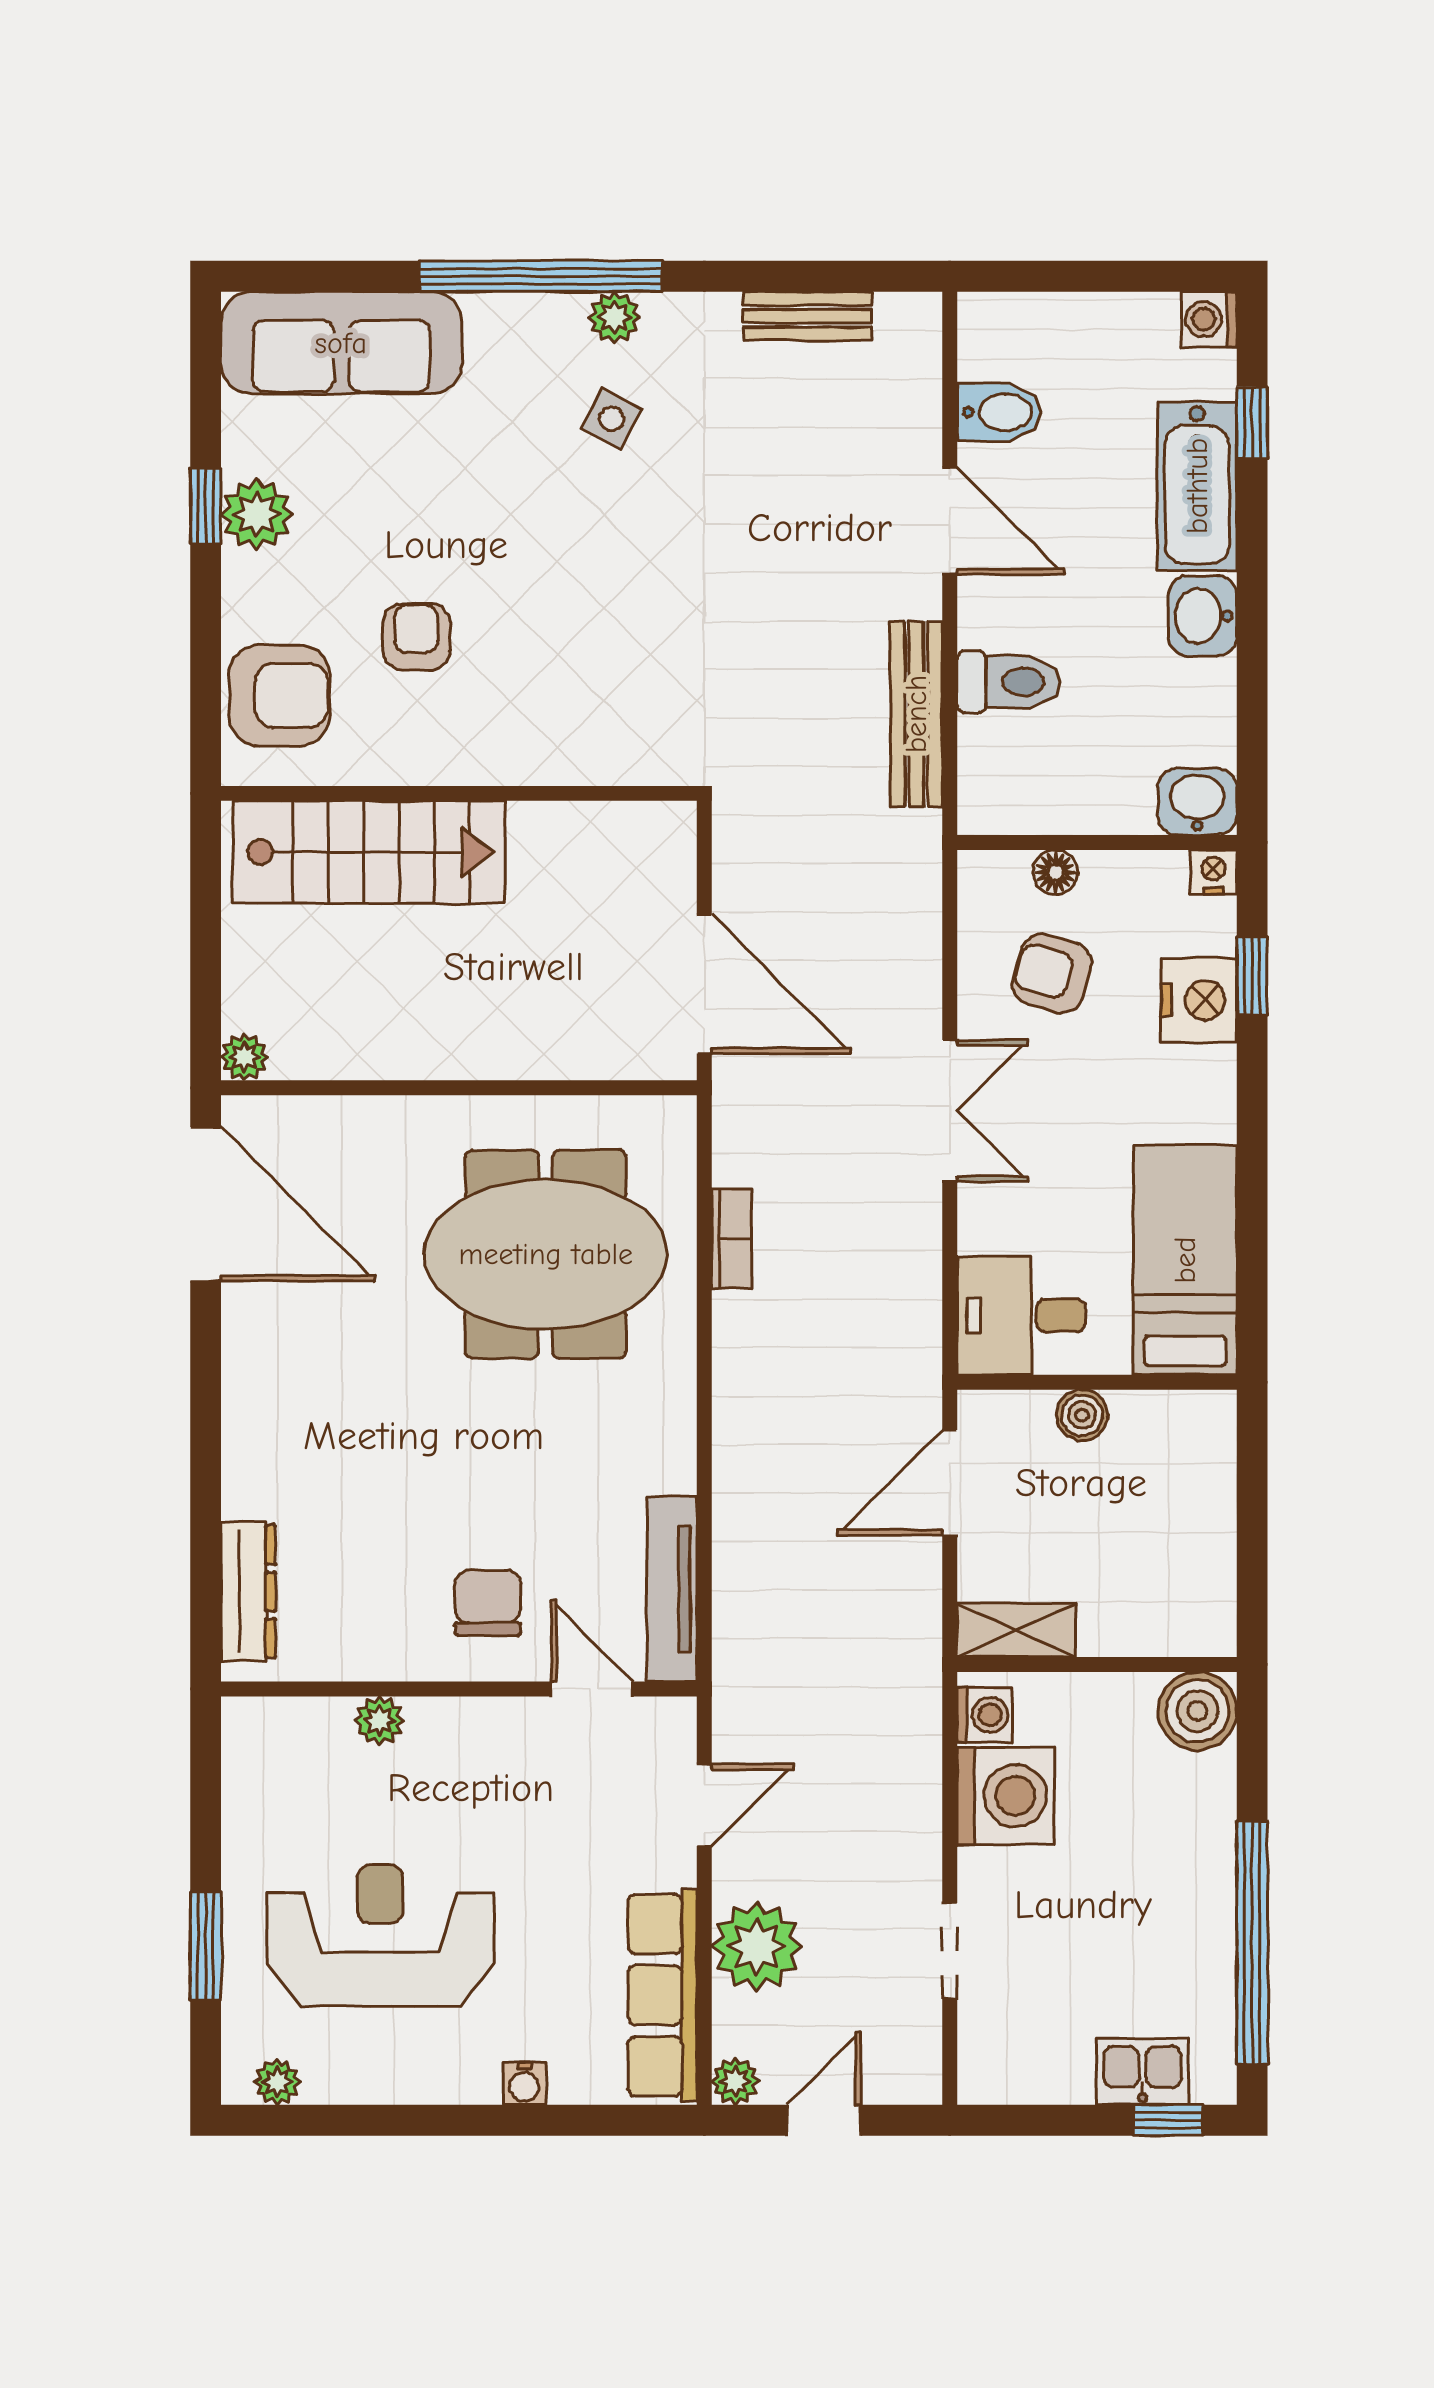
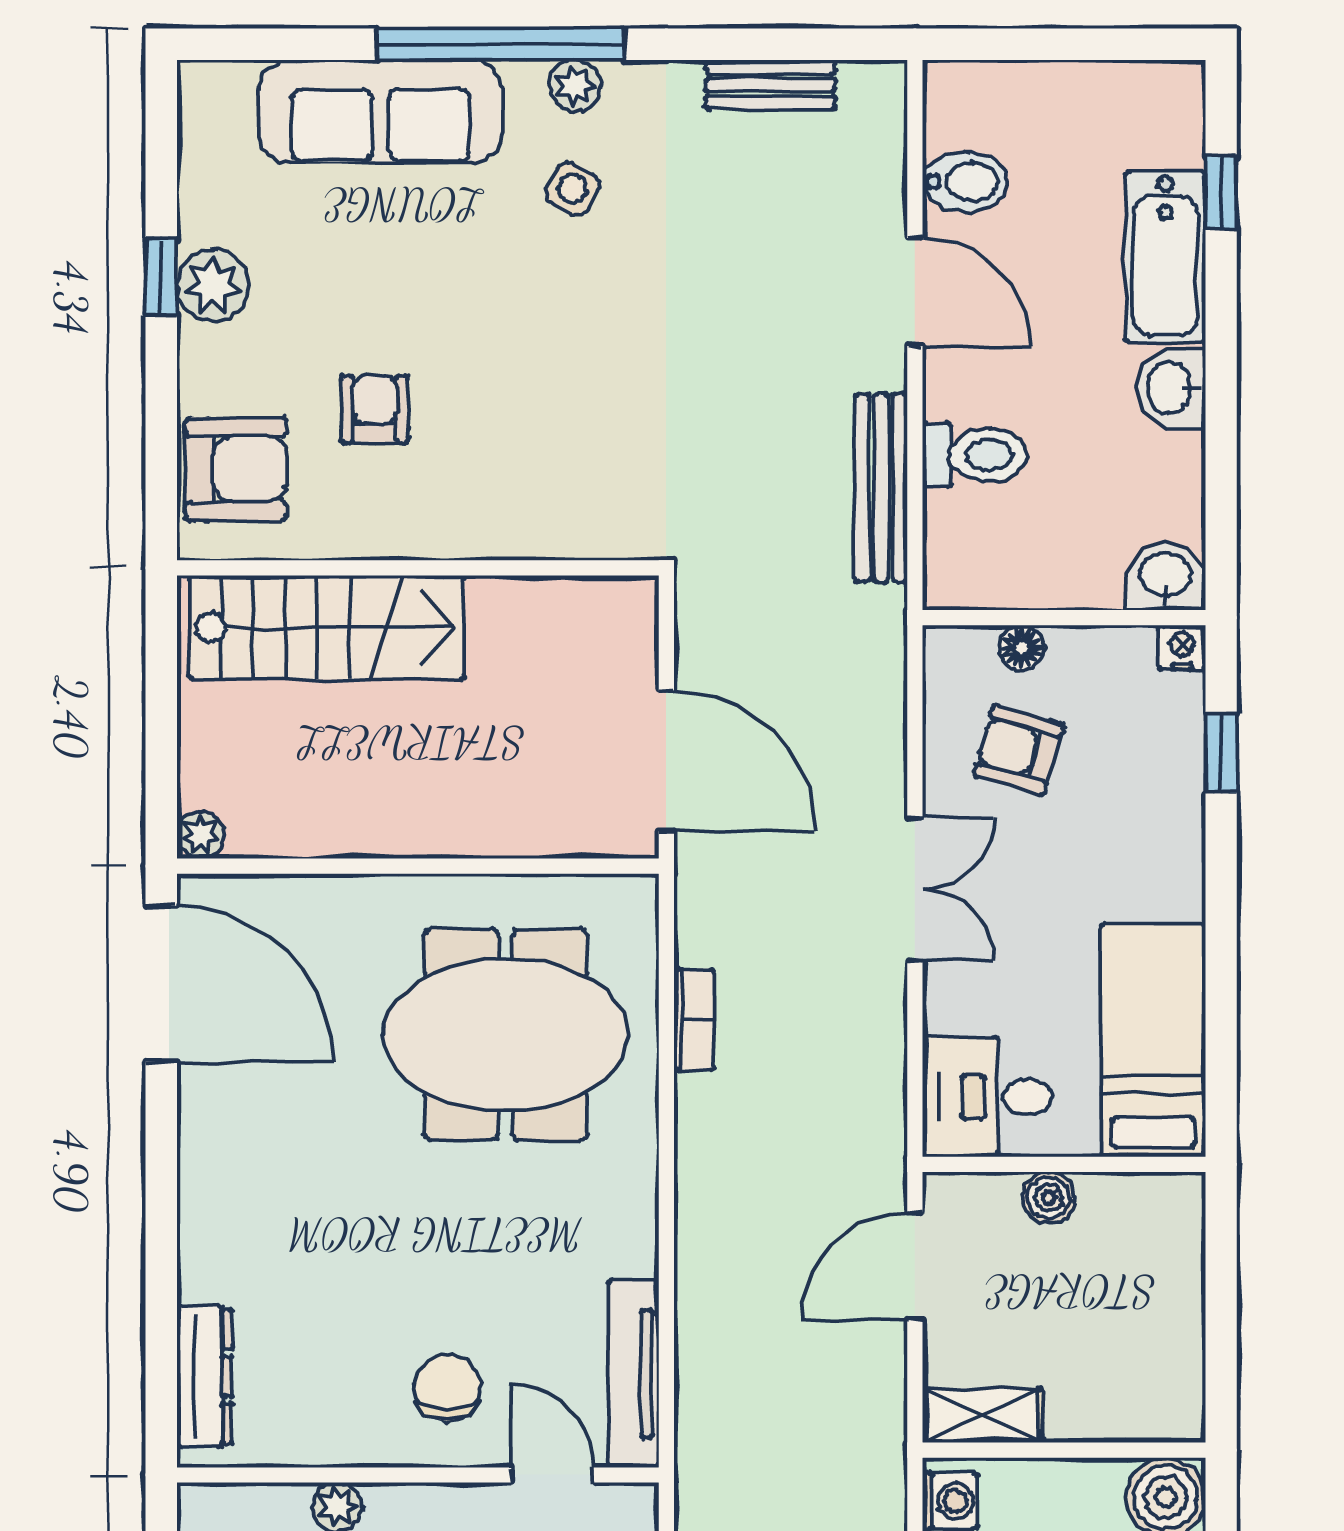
washing machine: (1209, 319) -> (1178, 88), removed
sofa: (341, 343) -> (381, 112), moved
nightstand: (1199, 1000) -> (1167, 777), removed

